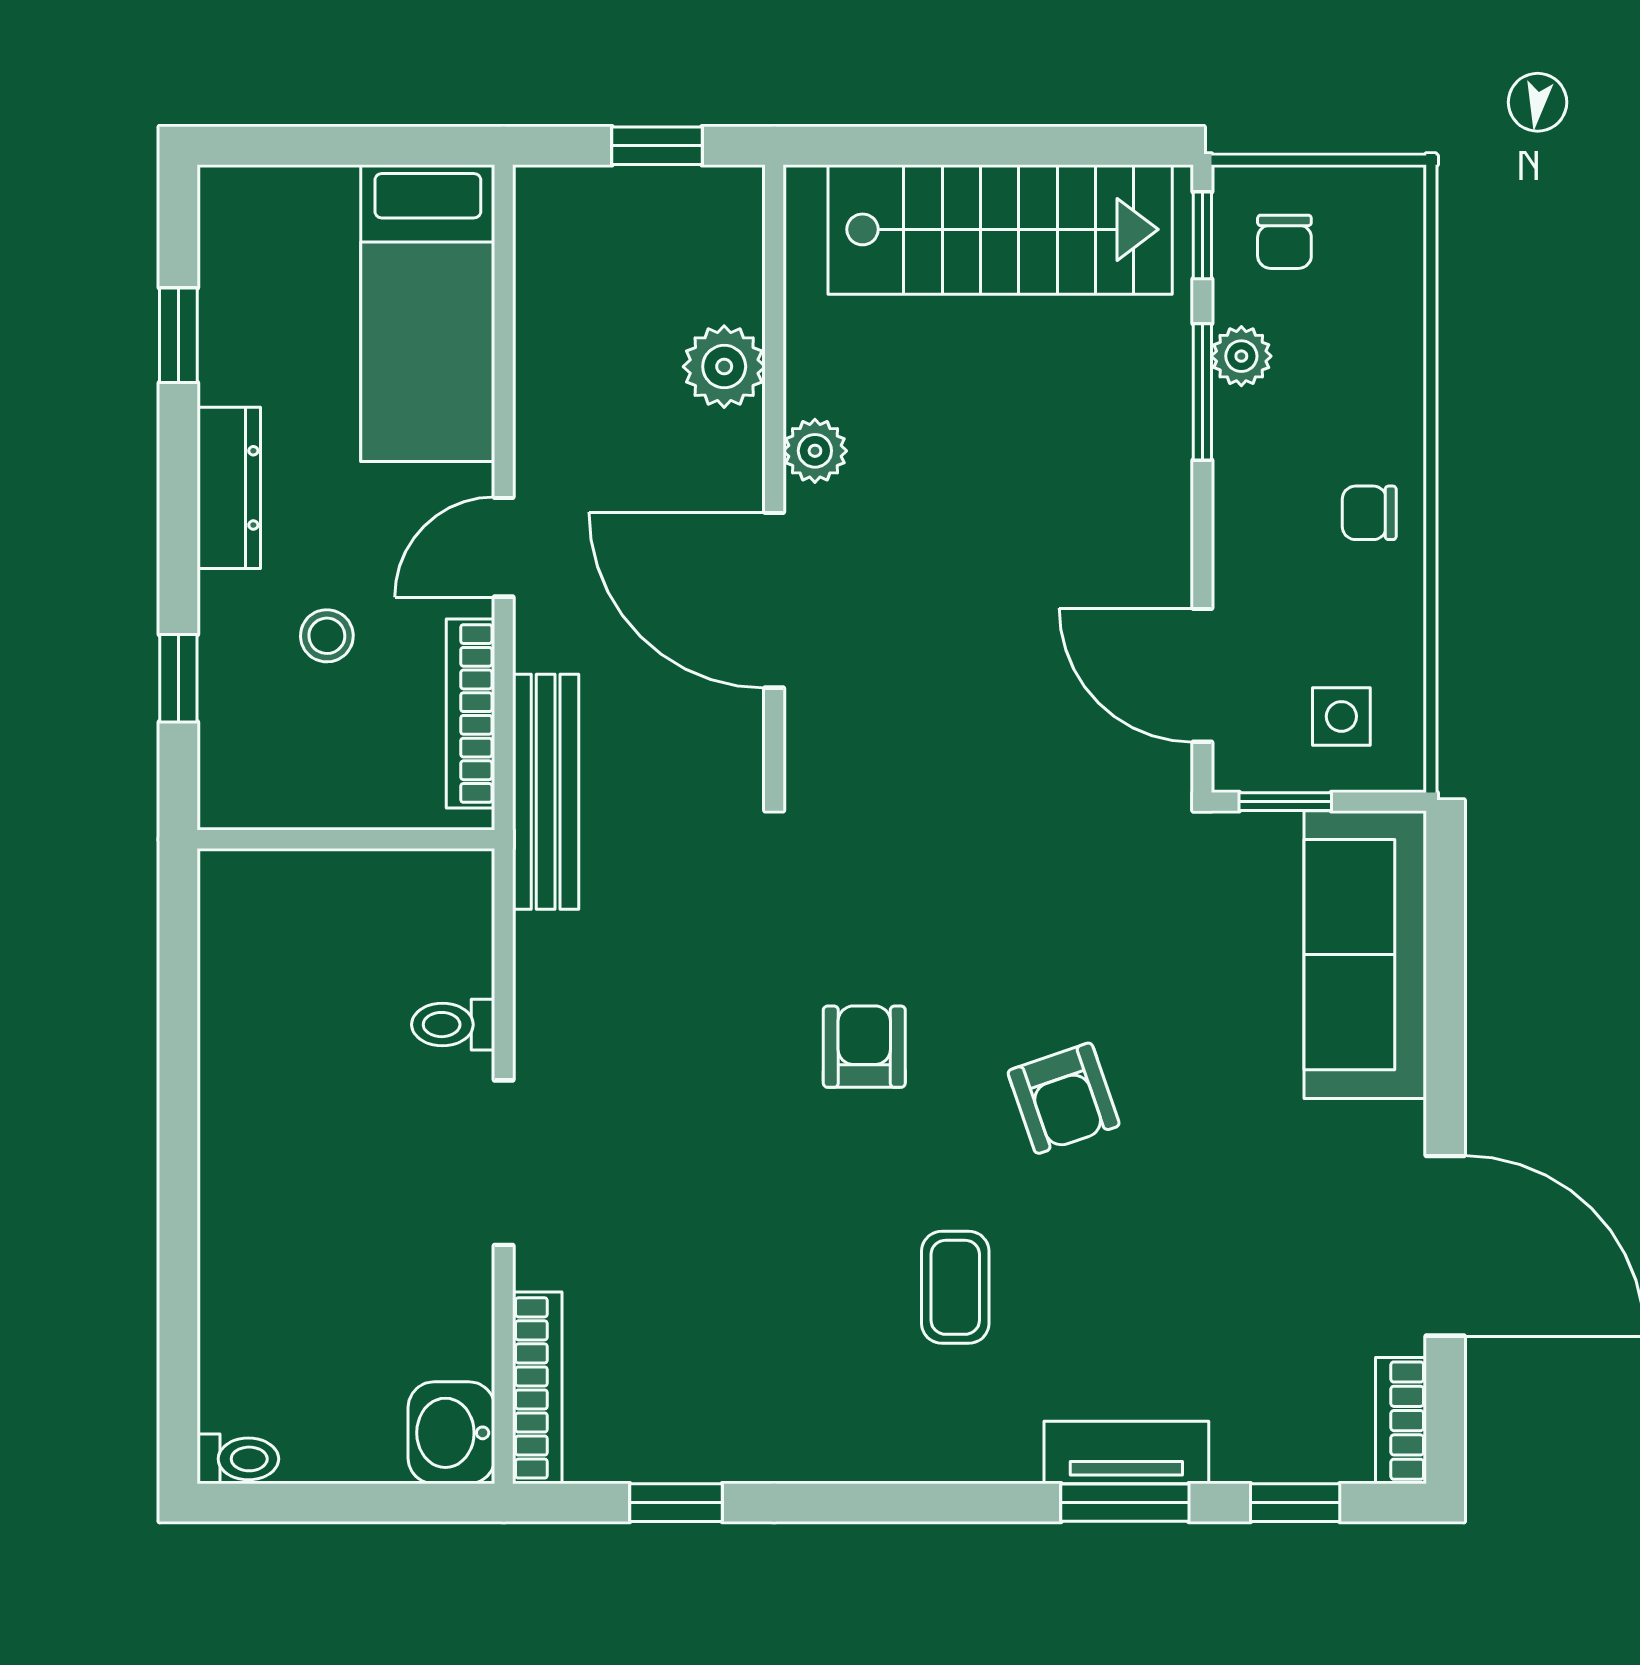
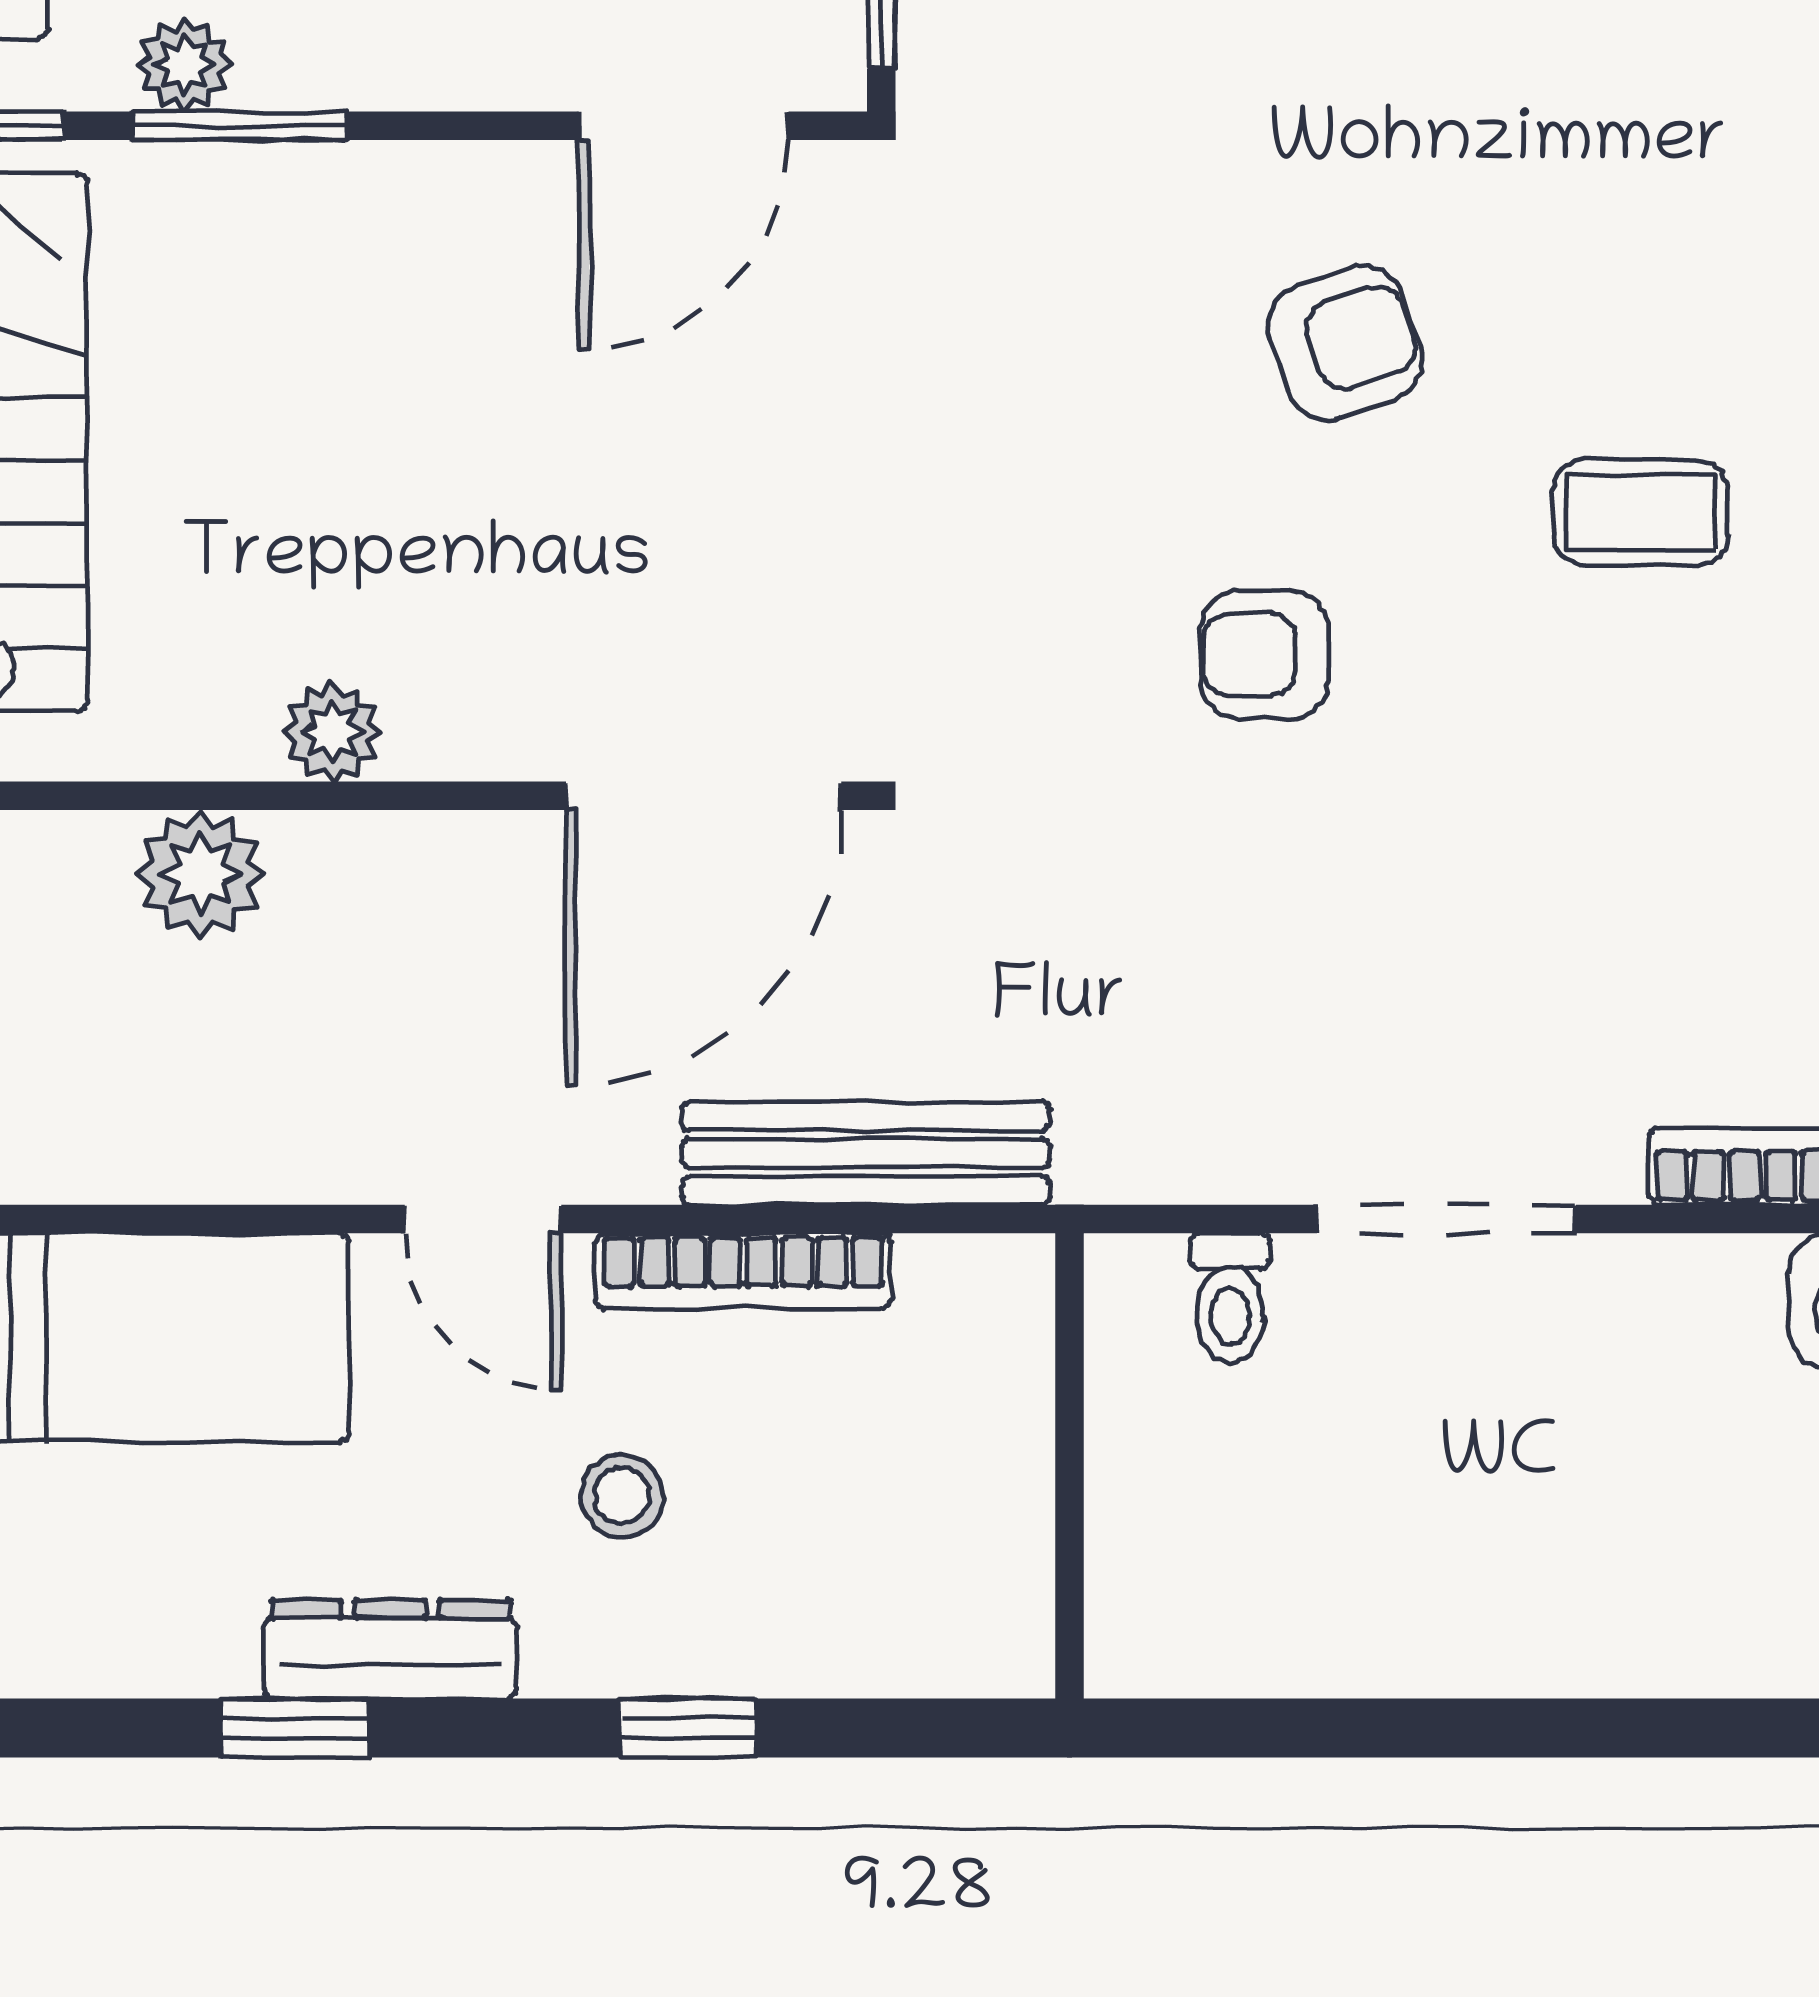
window: (178, 335) -> (295, 1728), moved
door: (774, 600) -> (704, 796), moved
wall: (346, 839) -> (1069, 1466), moved

